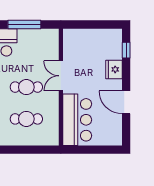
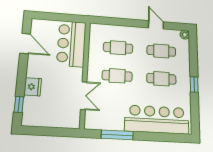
double door: (61, 76) -> (84, 96), moved
door: (126, 102) -> (25, 43), moved

